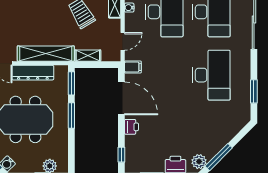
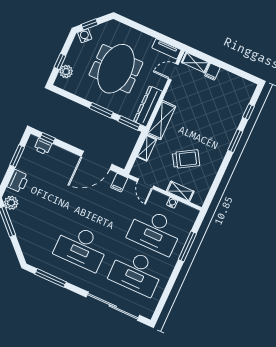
shelving: (46, 54) -> (162, 120), width x0.68
dresser: (33, 73) -> (148, 106), moved
window: (254, 91) -> (50, 278), width x1.44
printer: (131, 127) -> (43, 146), moved

